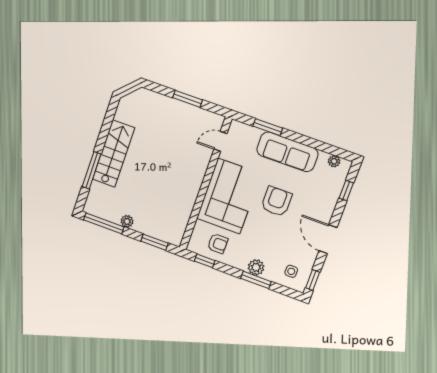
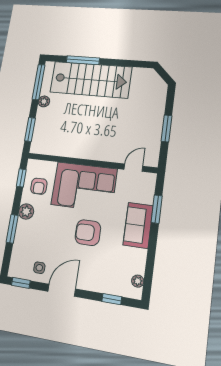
door: (220, 141) -> (133, 168), hinge flipped
sofa: (287, 152) -> (138, 225), width x0.73
stairs: (114, 154) -> (91, 80), width x1.36, depth x1.51
armchair: (276, 201) -> (88, 233), turned 180
plant: (256, 267) -> (26, 212), moved
side table: (291, 271) -> (39, 268), moved

